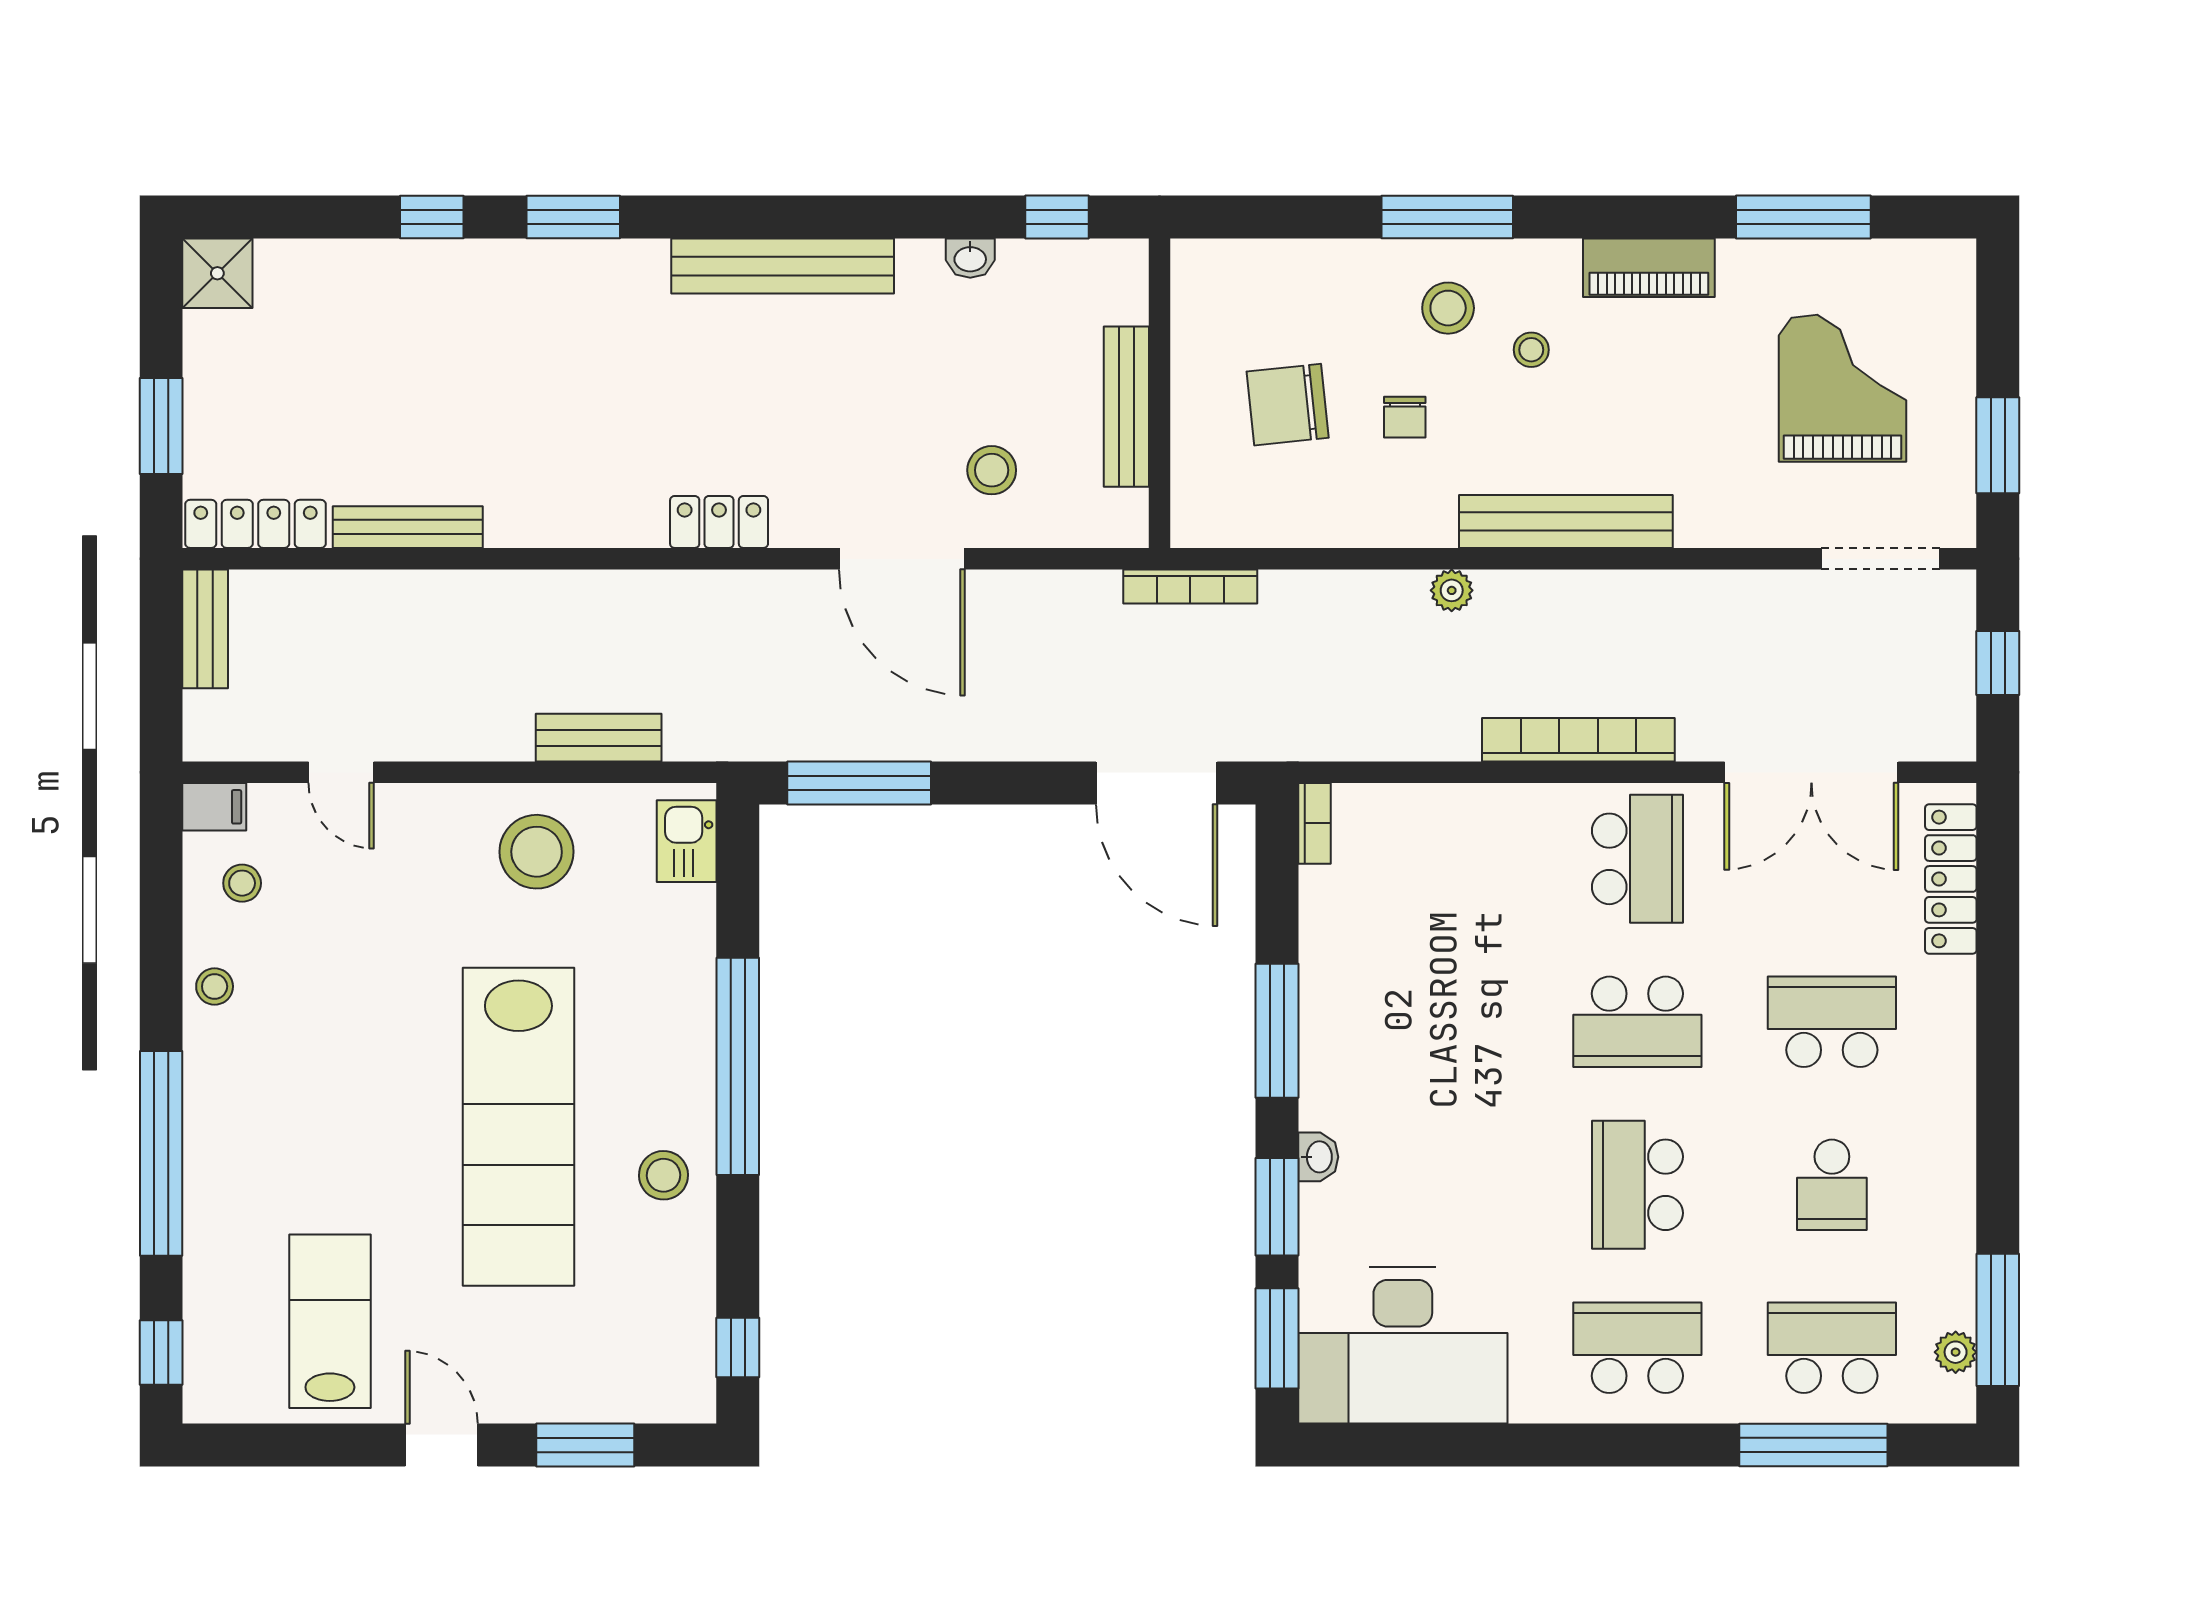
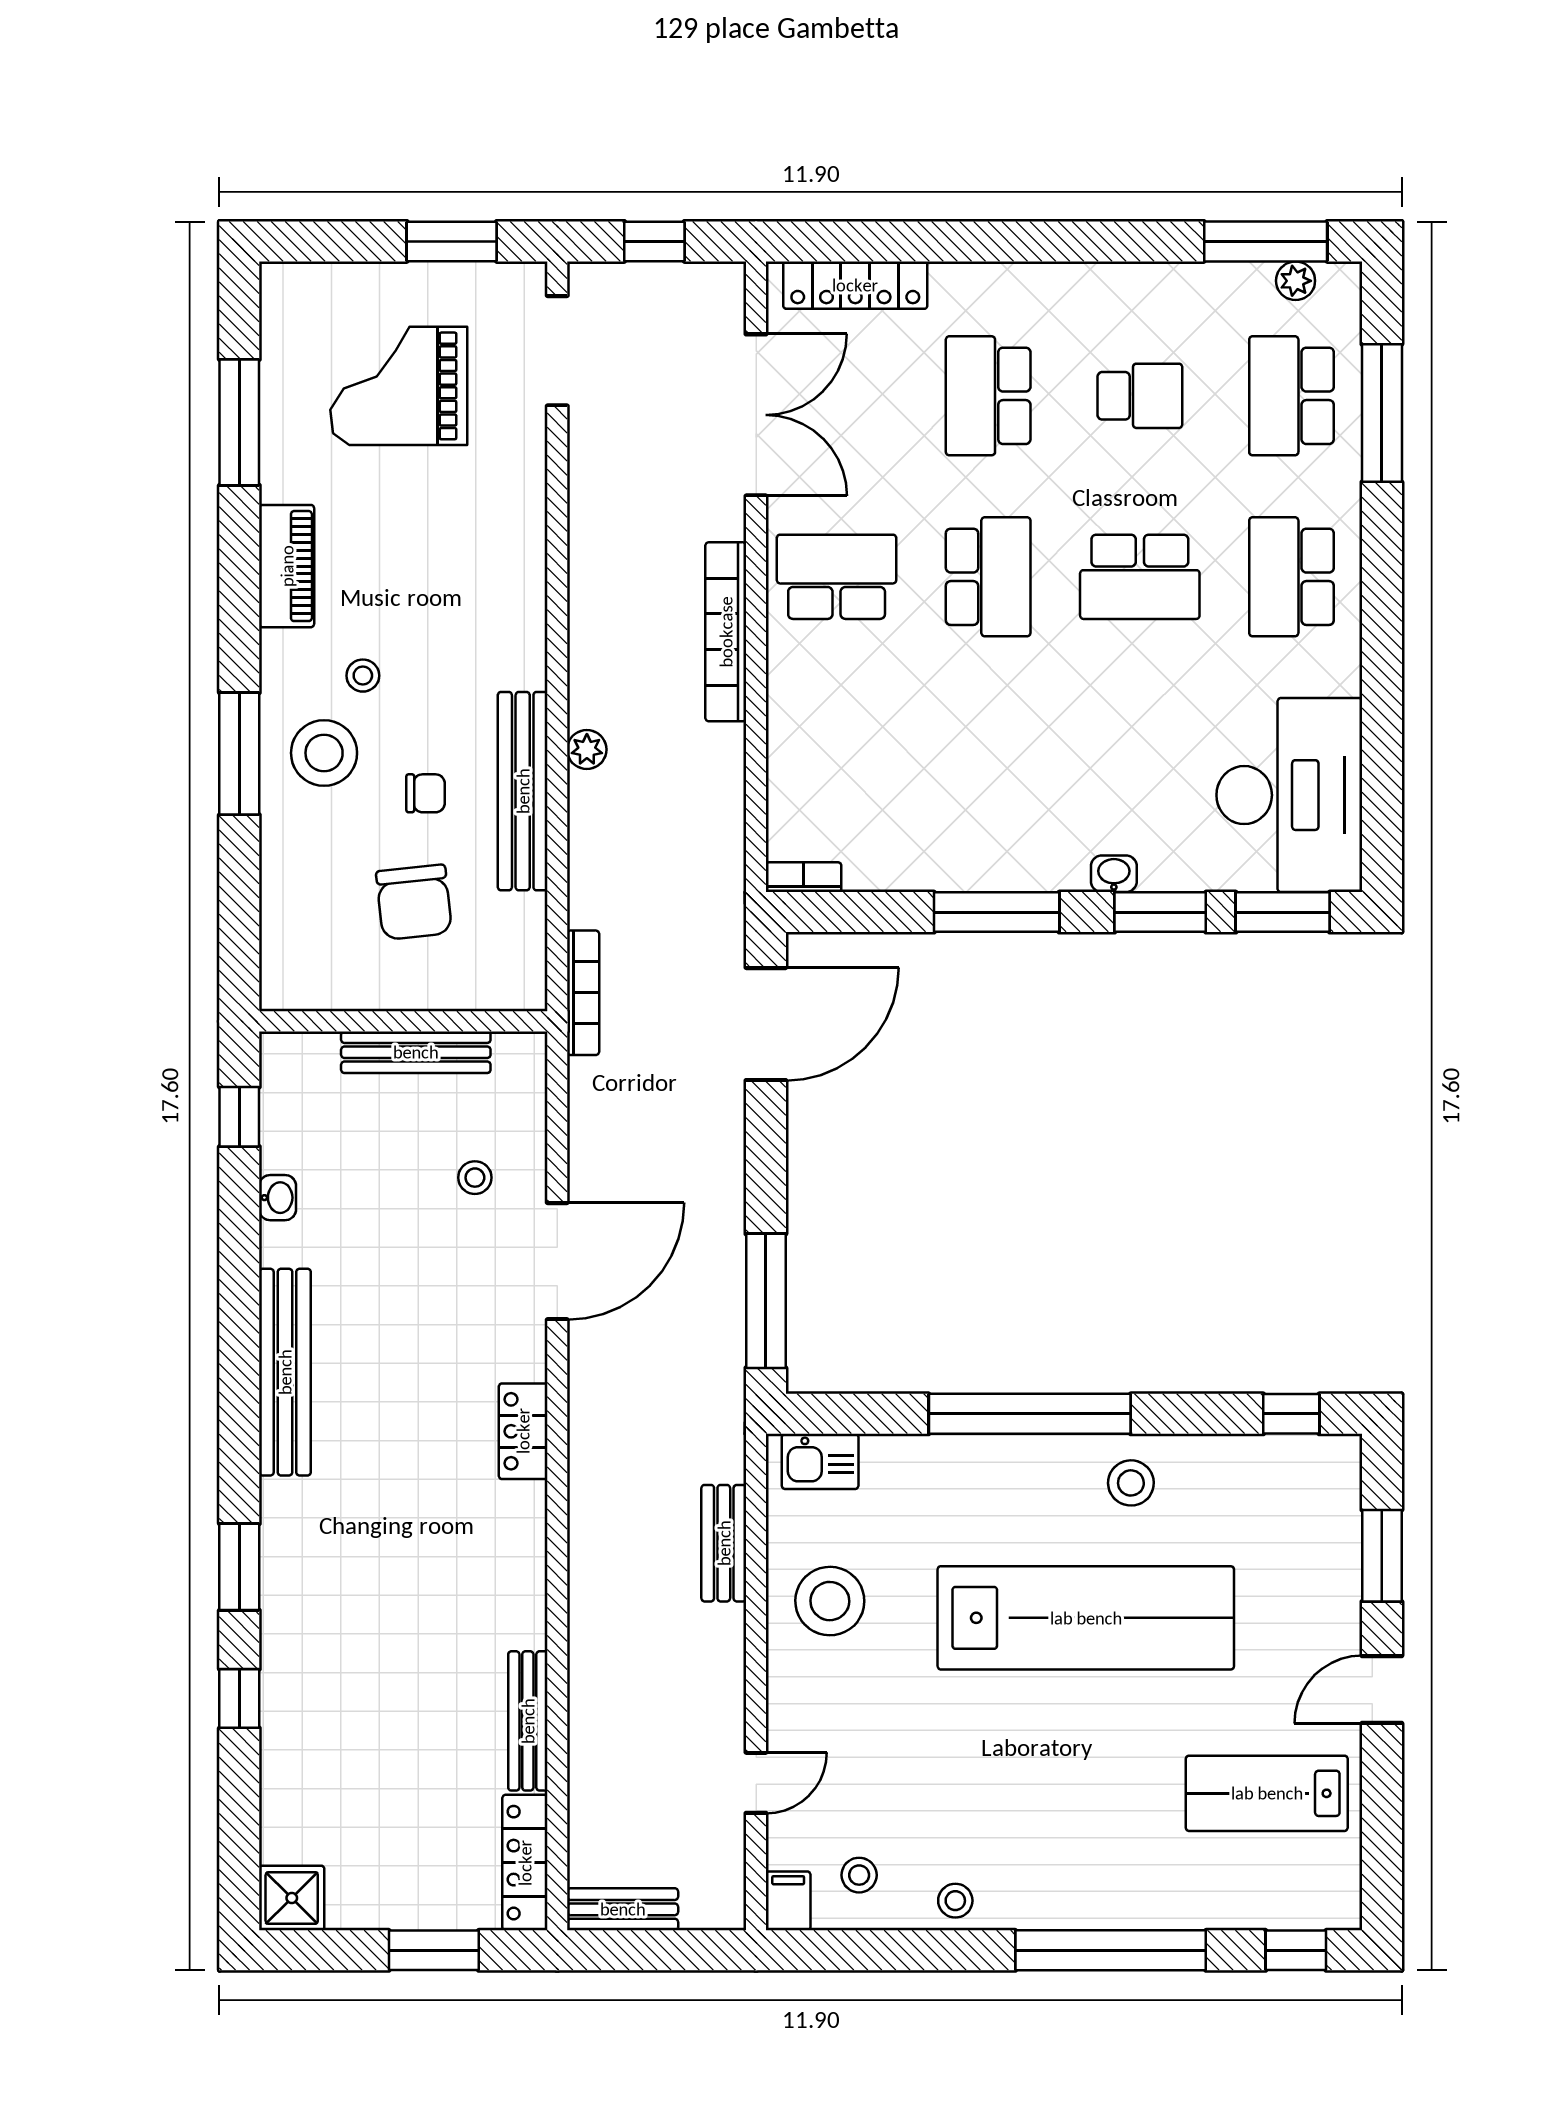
stool: (1448, 308) -> (324, 753), width x1.38, depth x1.38
stool: (992, 470) -> (475, 1178), width x0.73, depth x0.73
bench: (1566, 521) -> (523, 791), moved

